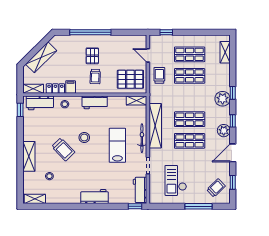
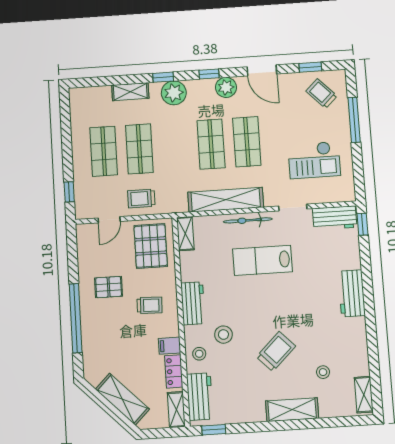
shelving: (225, 52) -> (130, 92), moved
pallet: (92, 56) -> (109, 287), moved
stool: (84, 138) -> (223, 335), moved

